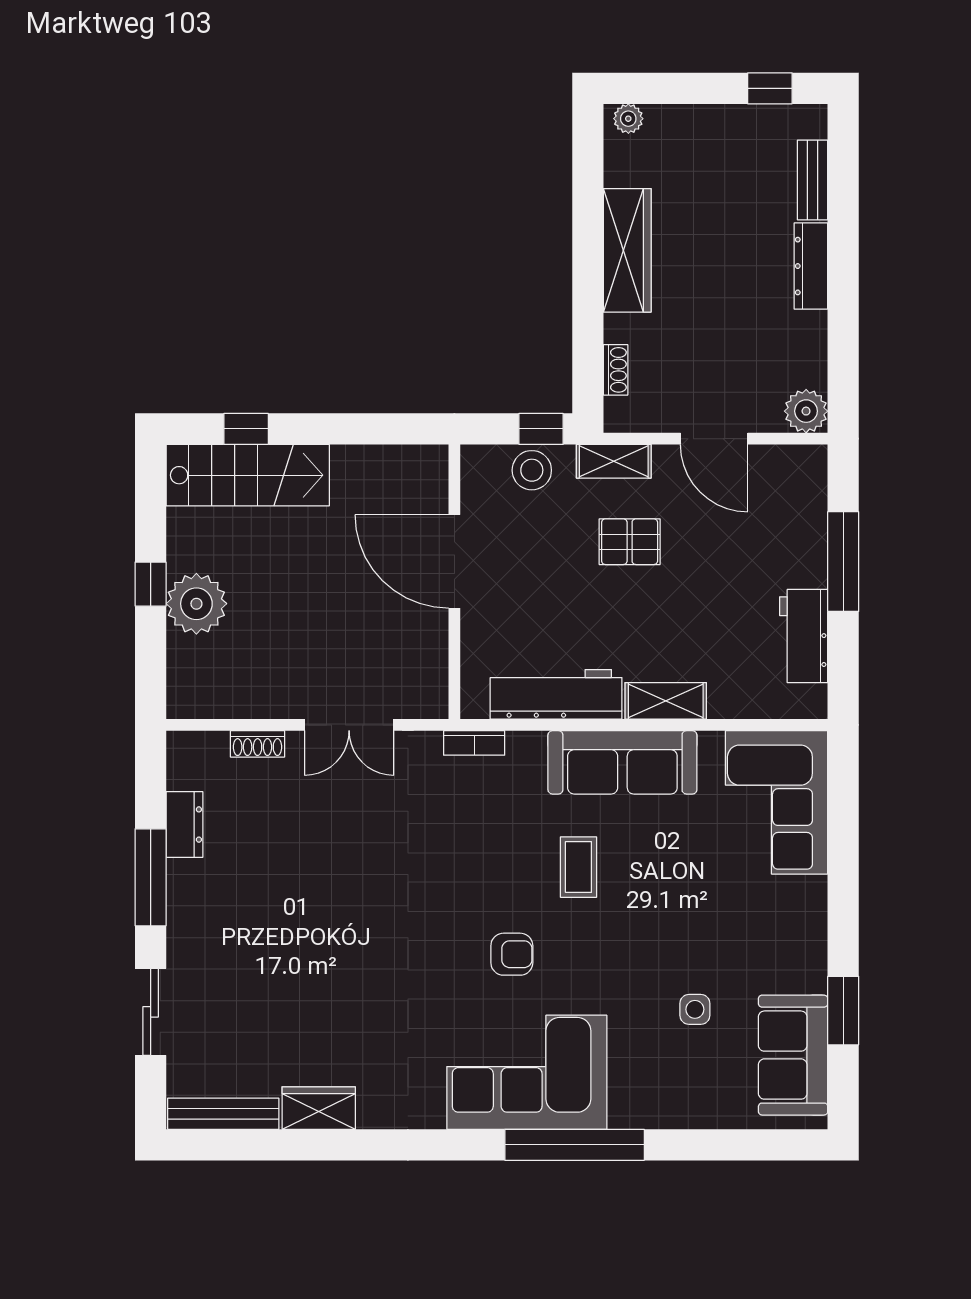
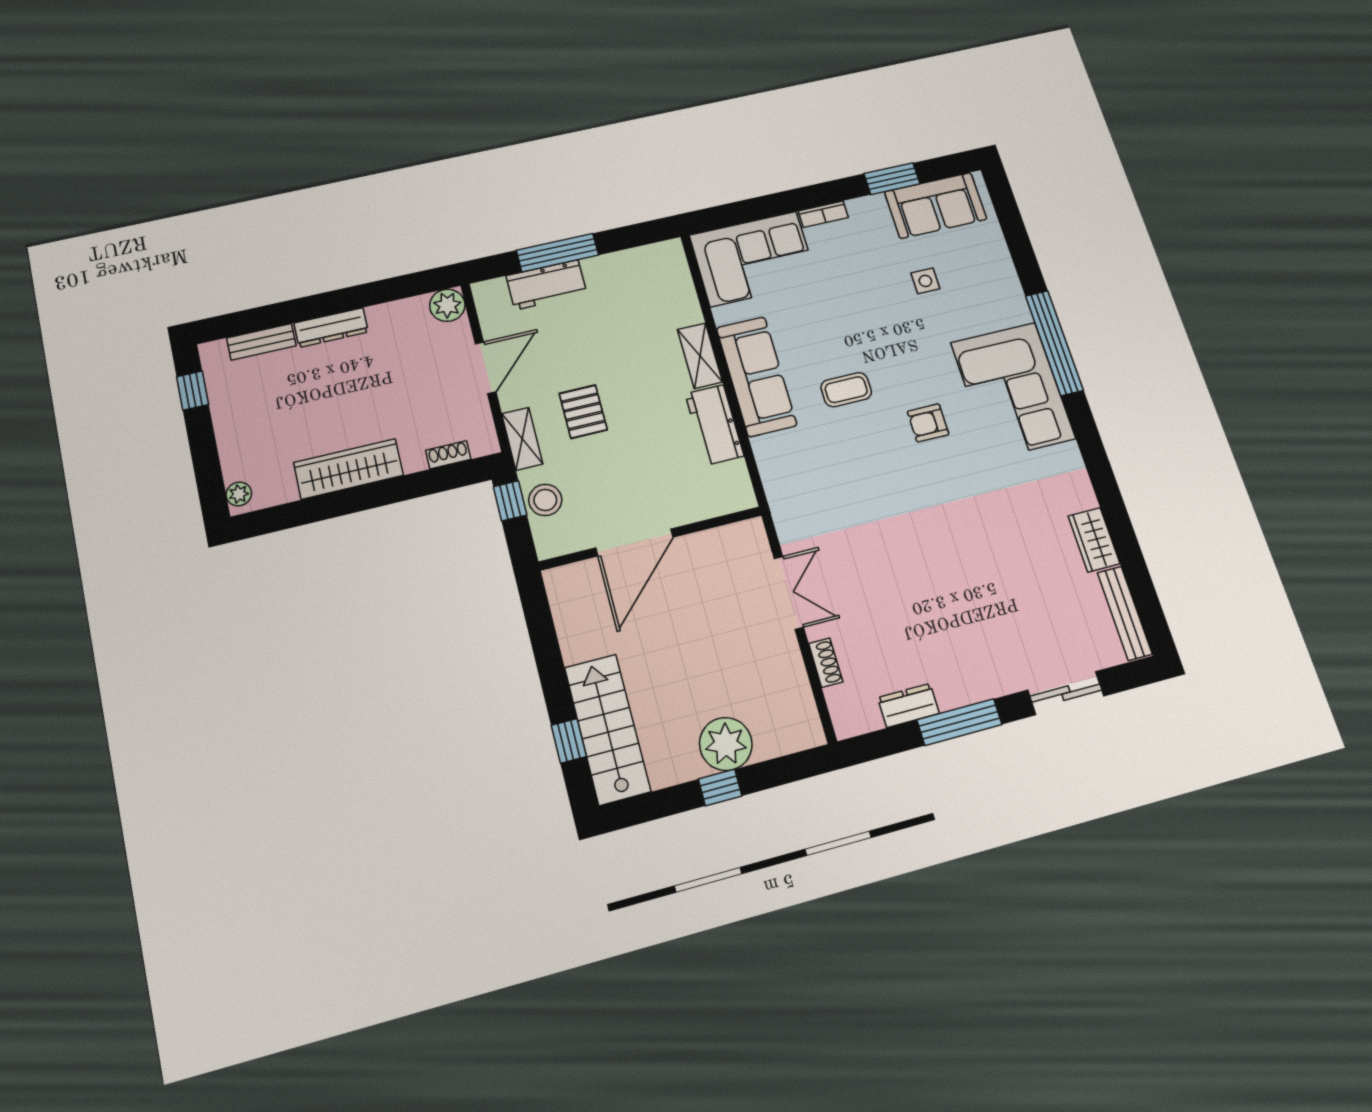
workbench: (804, 636) -> (547, 285), moved
workbench: (556, 694) -> (714, 425), width x0.73
bookcase: (474, 743) -> (823, 214), moved, turned 90
armchair: (512, 954) -> (928, 423), turned -90

